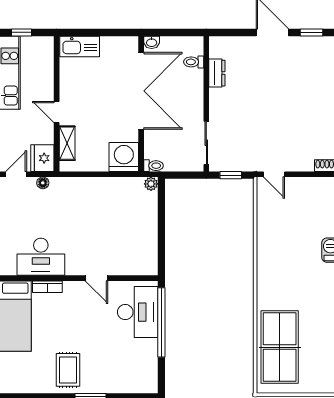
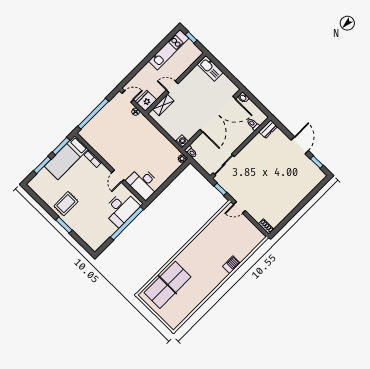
dresser: (217, 73) -> (268, 129), moved
door: (57, 112) -> (172, 87), hinge flipped
washing machine: (124, 157) -> (182, 141), width x0.53, depth x0.53
door: (274, 174) -> (239, 207), hinge flipped
desk: (41, 257) -> (143, 183), moved

